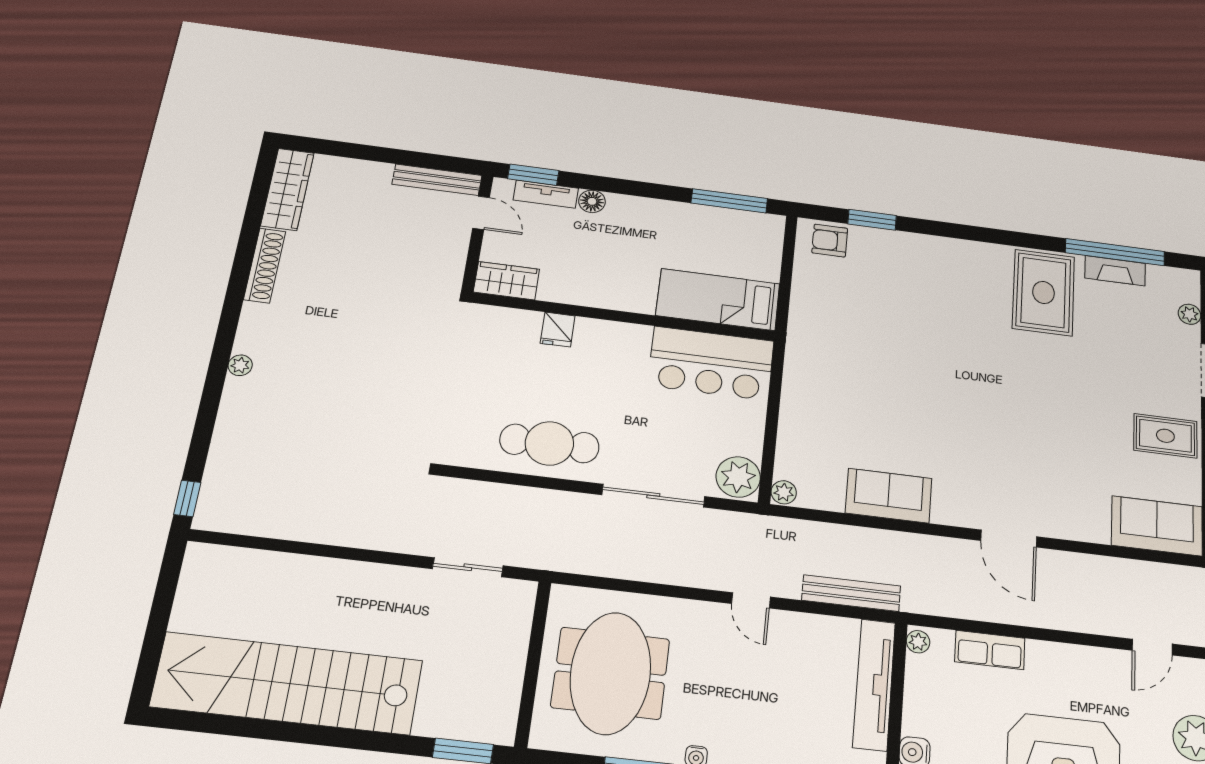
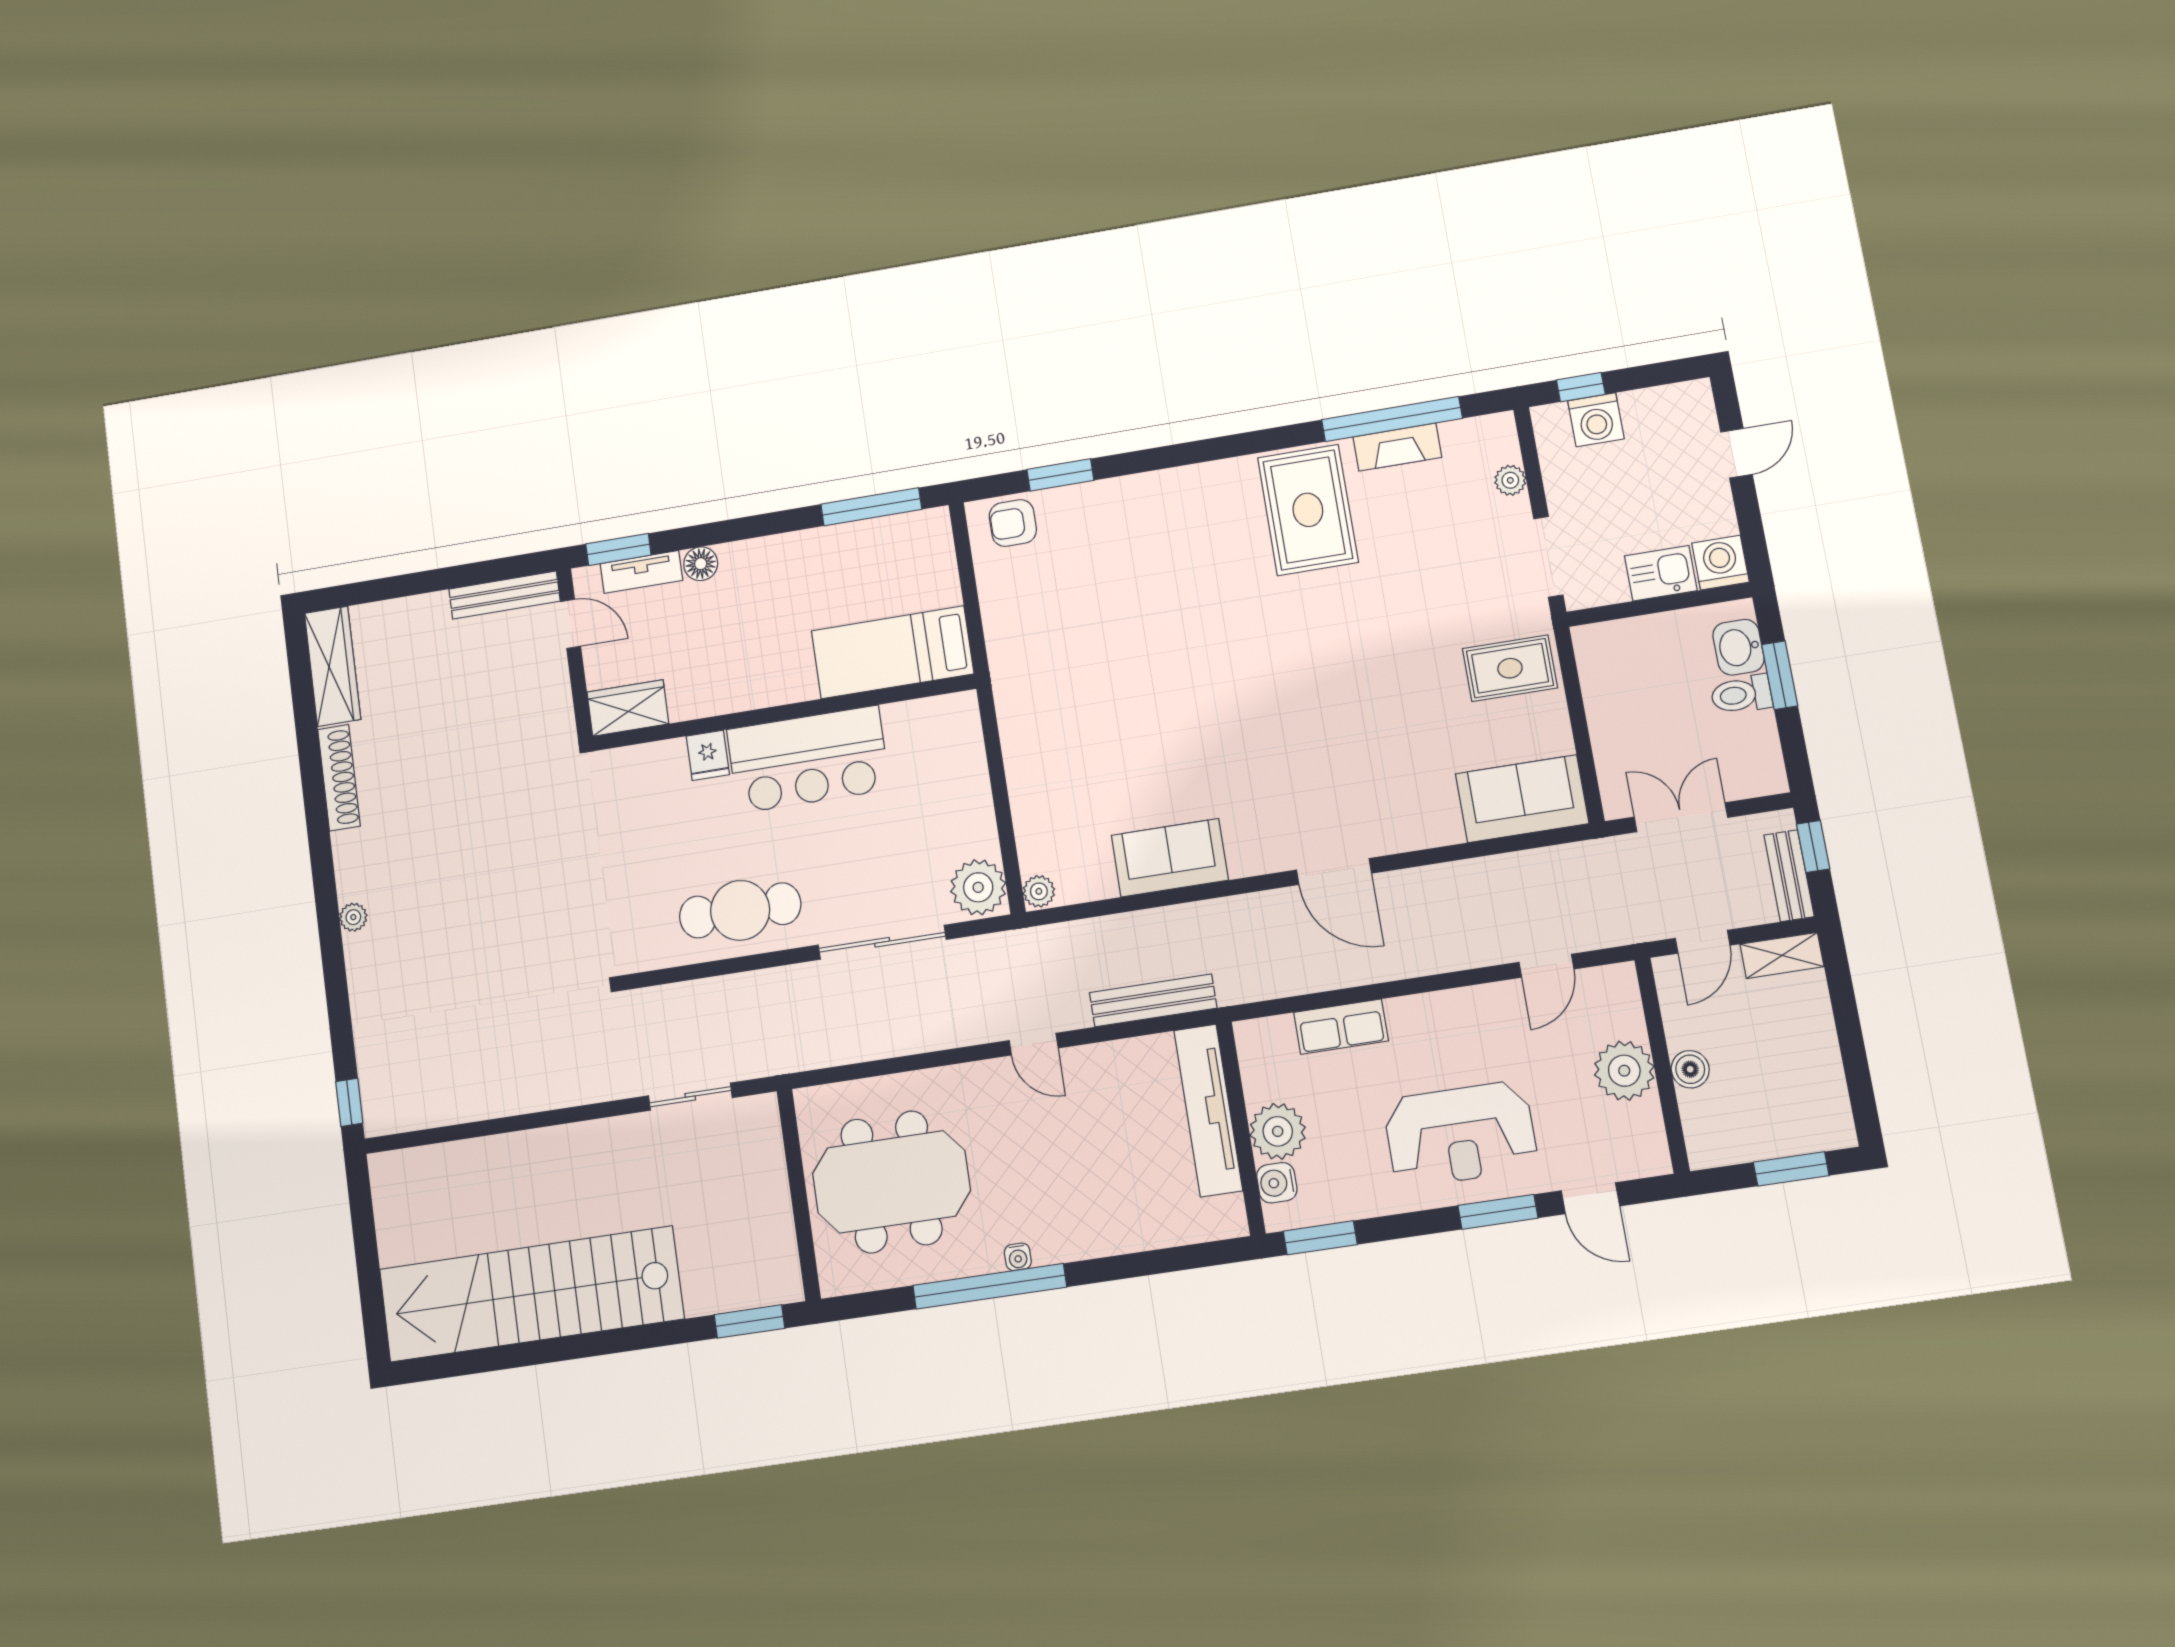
bar counter: (711, 363) -> (808, 759), moved
plant: (918, 642) -> (1278, 1131), moved, width x1.88, depth x1.88
meeting table: (611, 673) -> (891, 1182), turned 90

